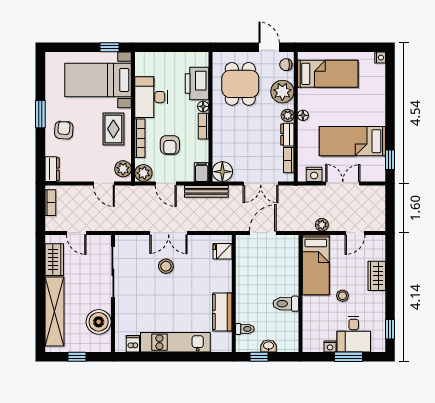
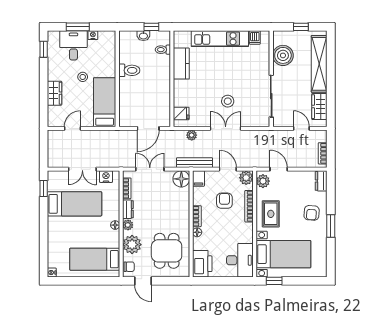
printer: (197, 83) -> (202, 264), moved
desk: (151, 97) -> (240, 260), moved
plant: (322, 225) -> (192, 135), moved

